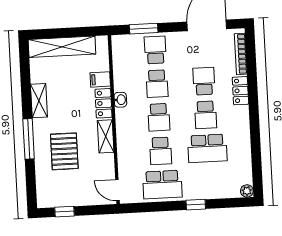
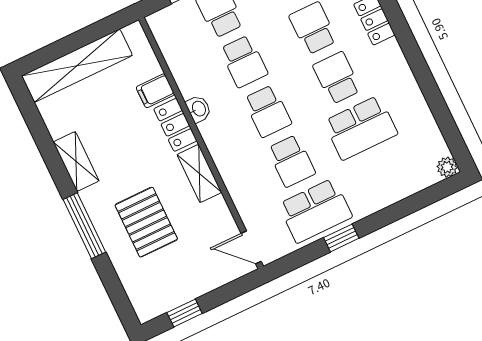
school desk: (206, 115) -> (337, 78), turned 180
window: (196, 205) -> (341, 238), moved

